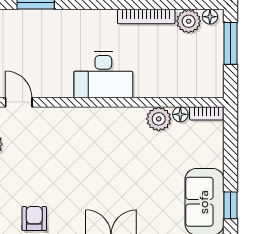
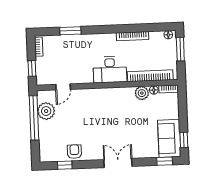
plant: (189, 21) -> (156, 38), removed
bookcase: (175, 89) -> (150, 76), added
door: (19, 102) -> (63, 87), swing flipped

